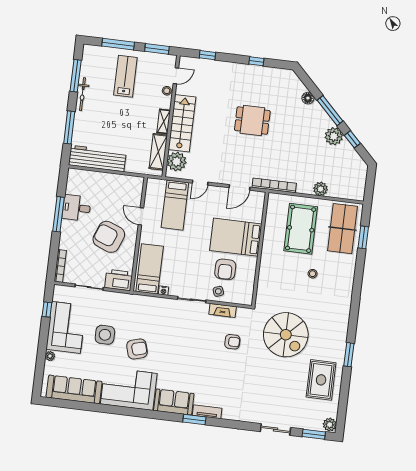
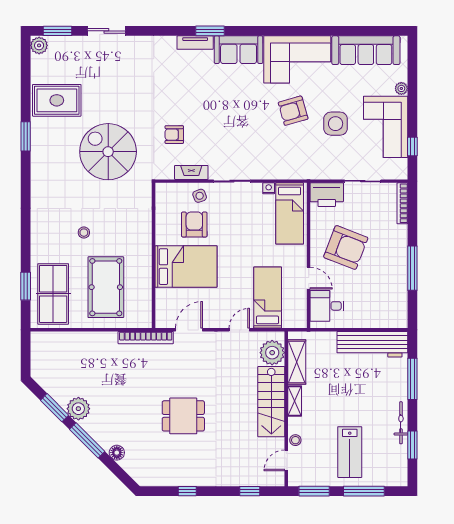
window: (76, 76) -> (412, 445), width x0.69
window: (352, 139) -> (54, 408), width x1.50
plant: (320, 189) -> (87, 340), removed
desk: (77, 208) -> (327, 306), moved, turned 180
rug: (321, 380) -> (57, 100), turned 90

